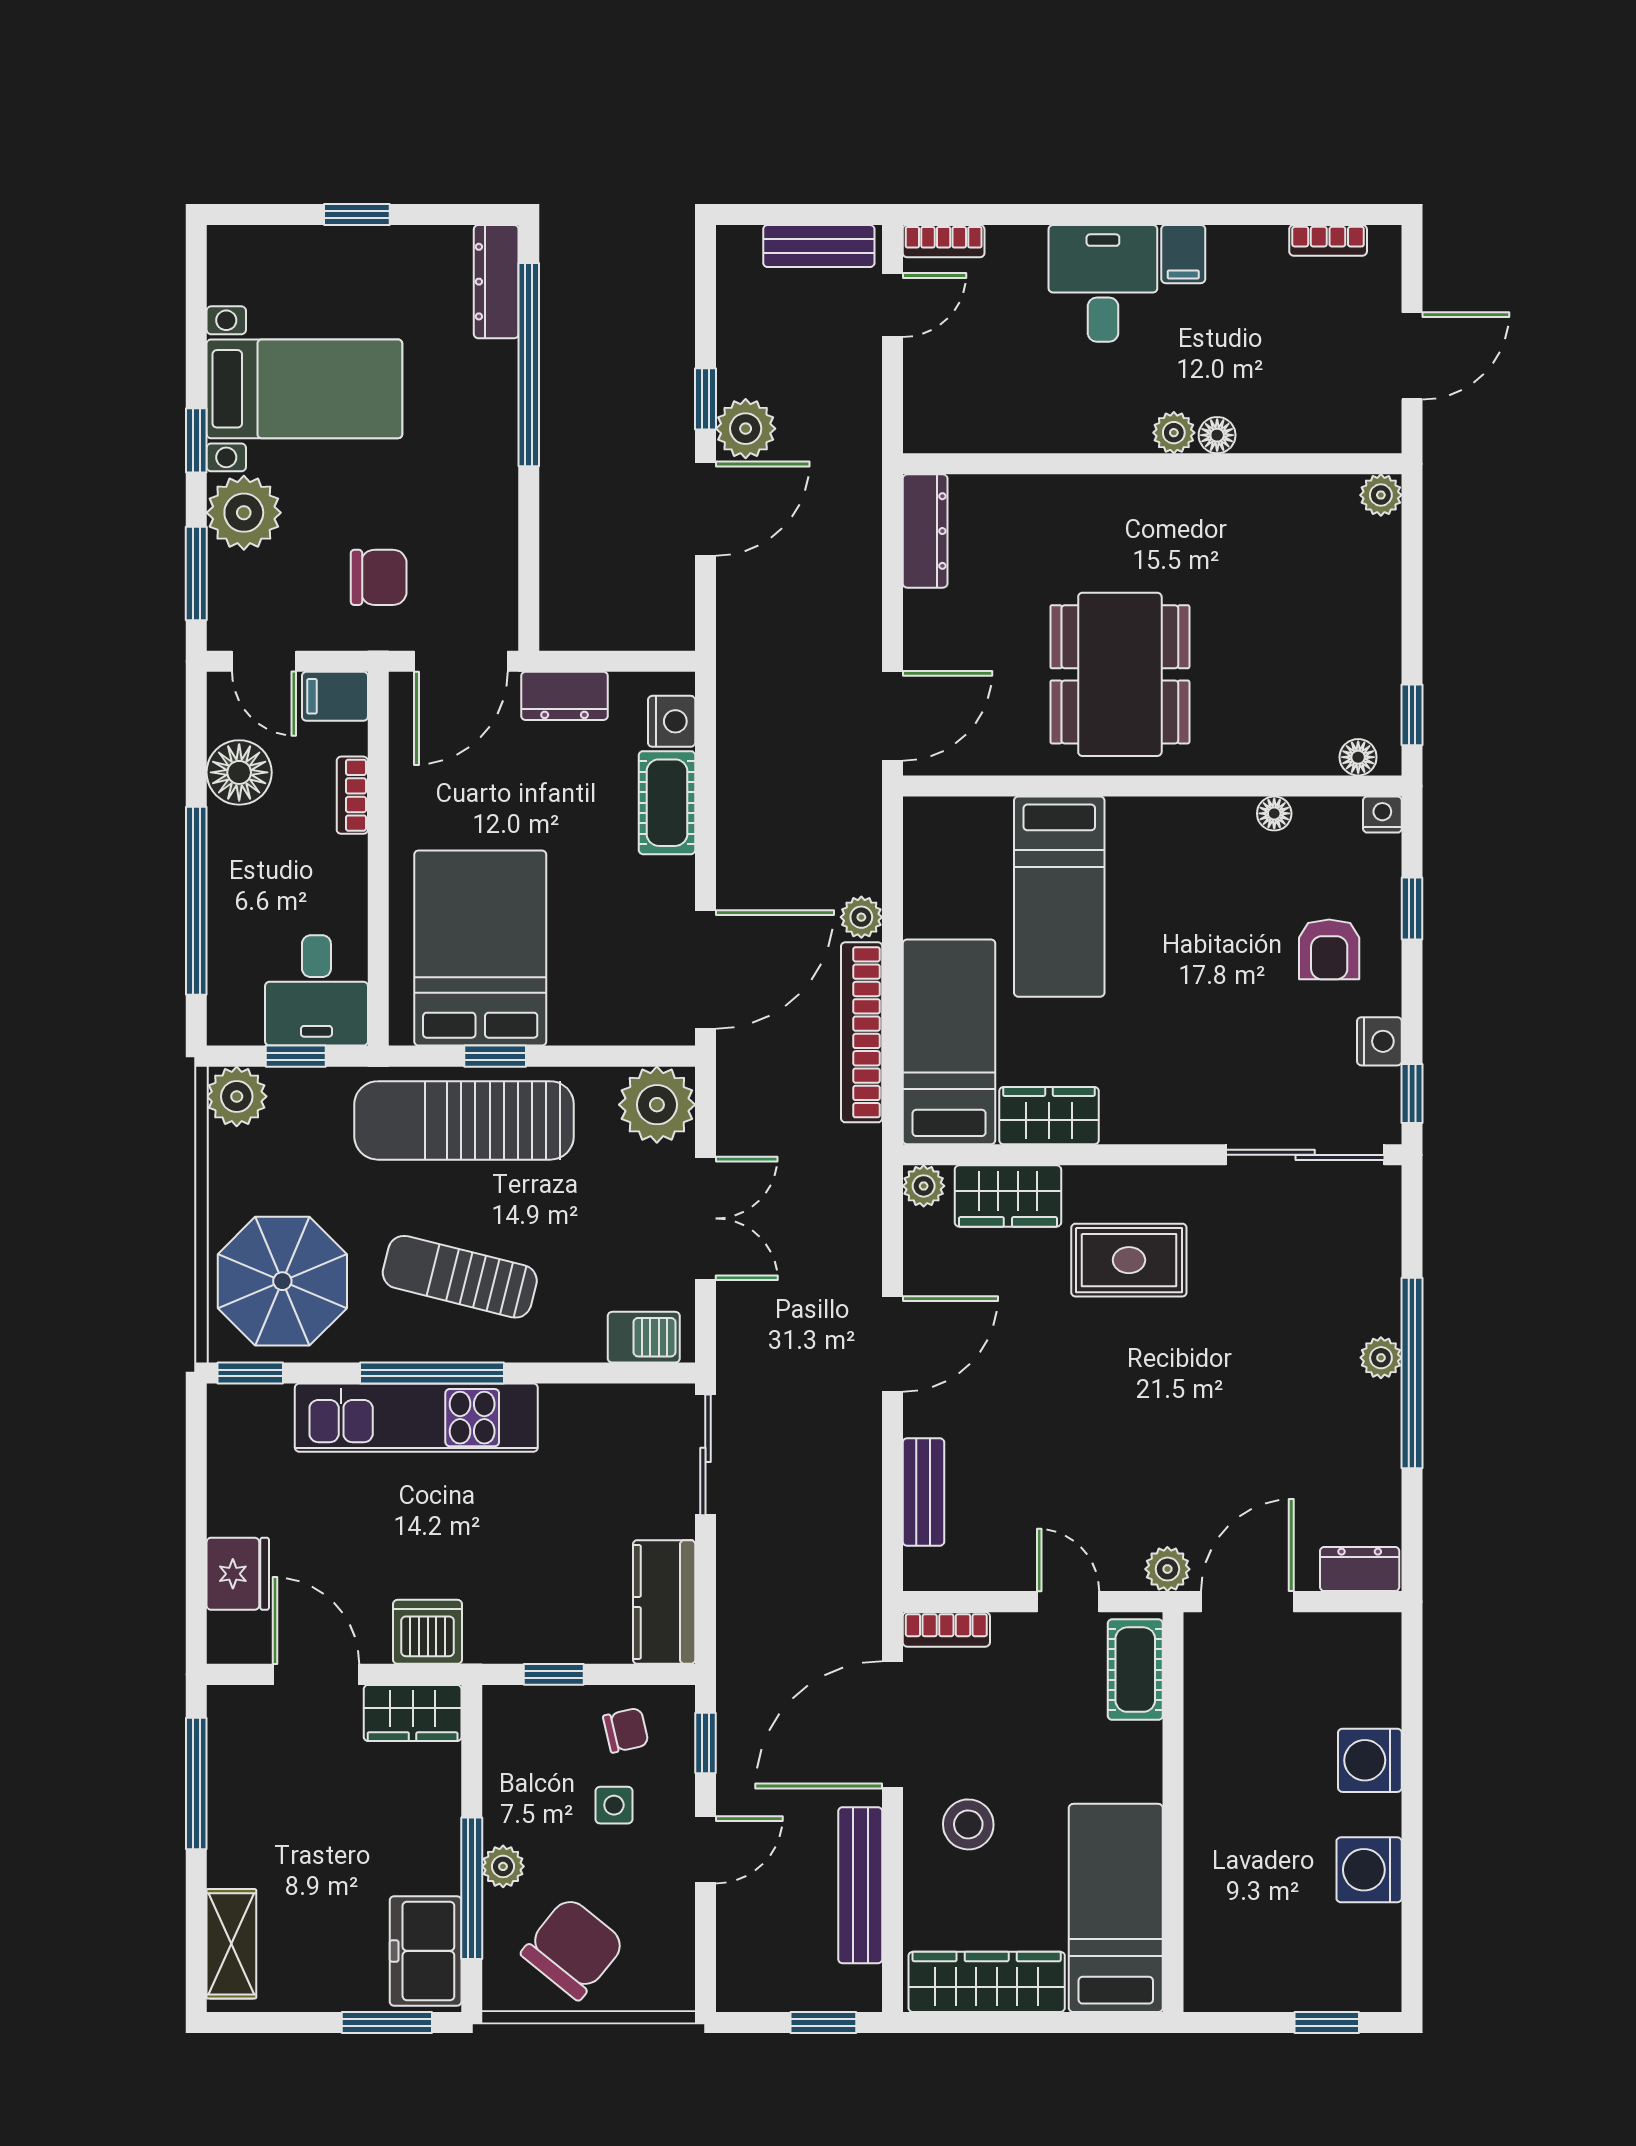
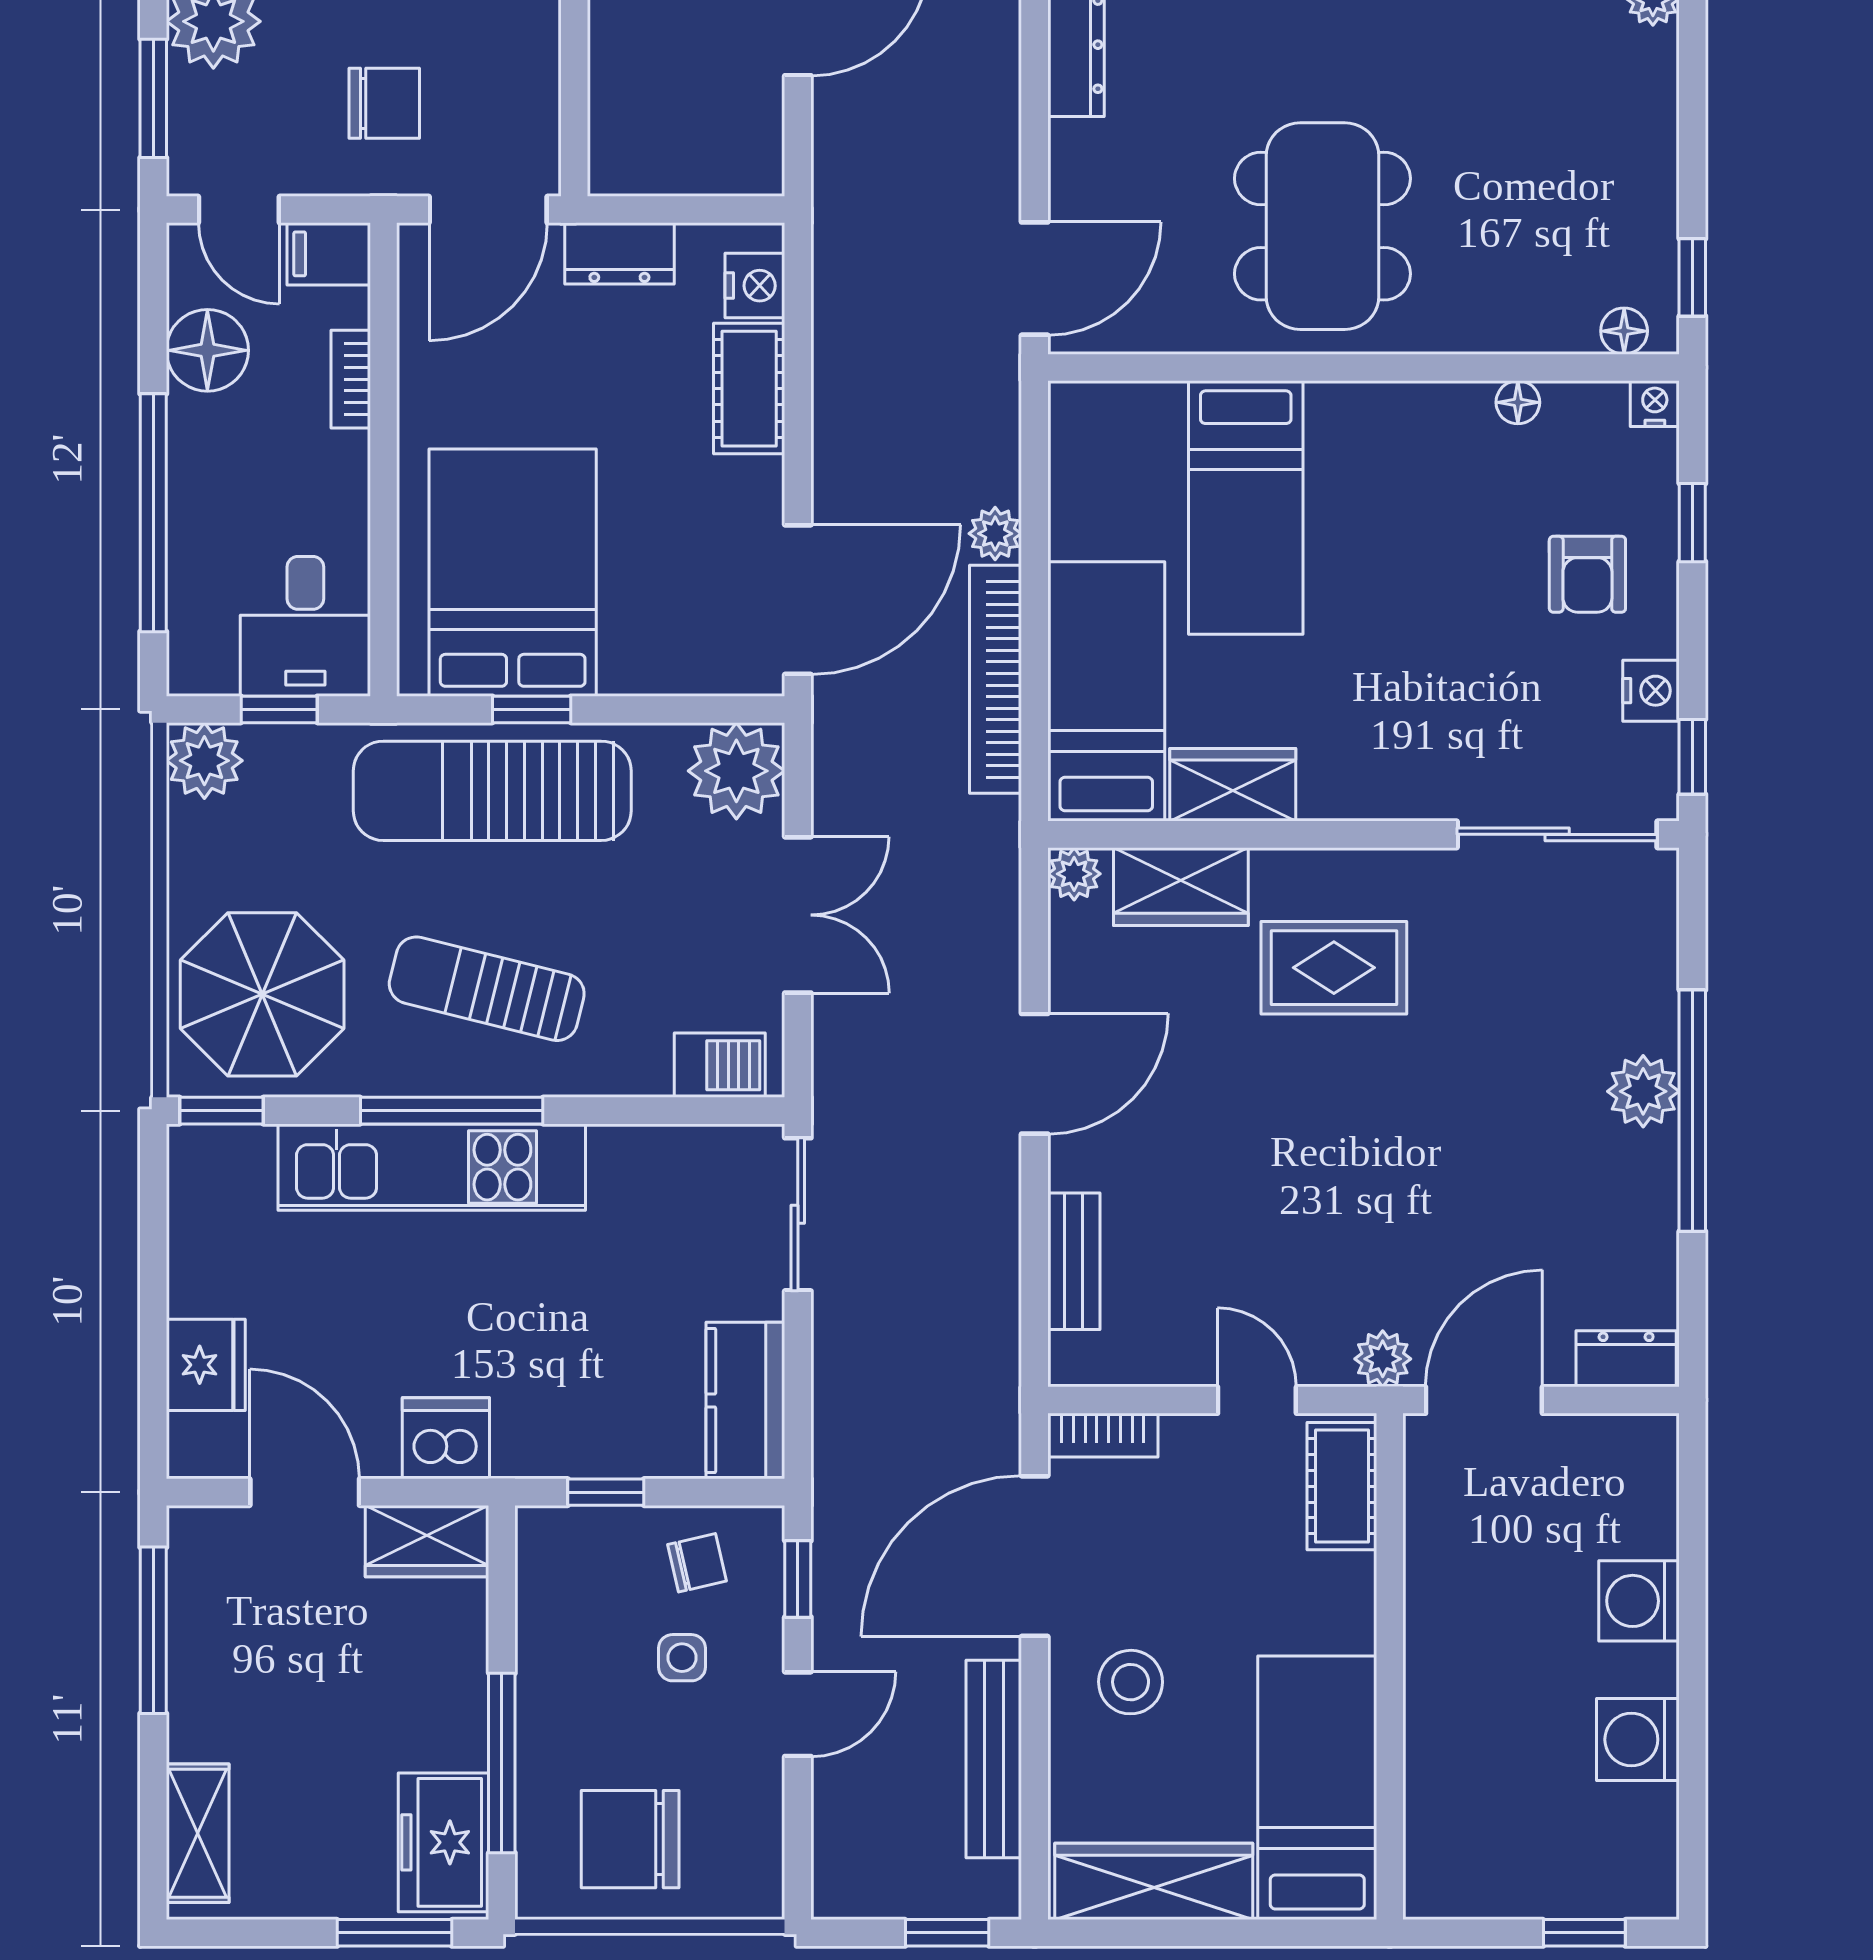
plant: (1381, 1358) -> (1643, 1091), width x1.38, depth x1.38
plant: (503, 1866) -> (542, 1735), removed
chair: (573, 1948) -> (630, 1839), turned -129

